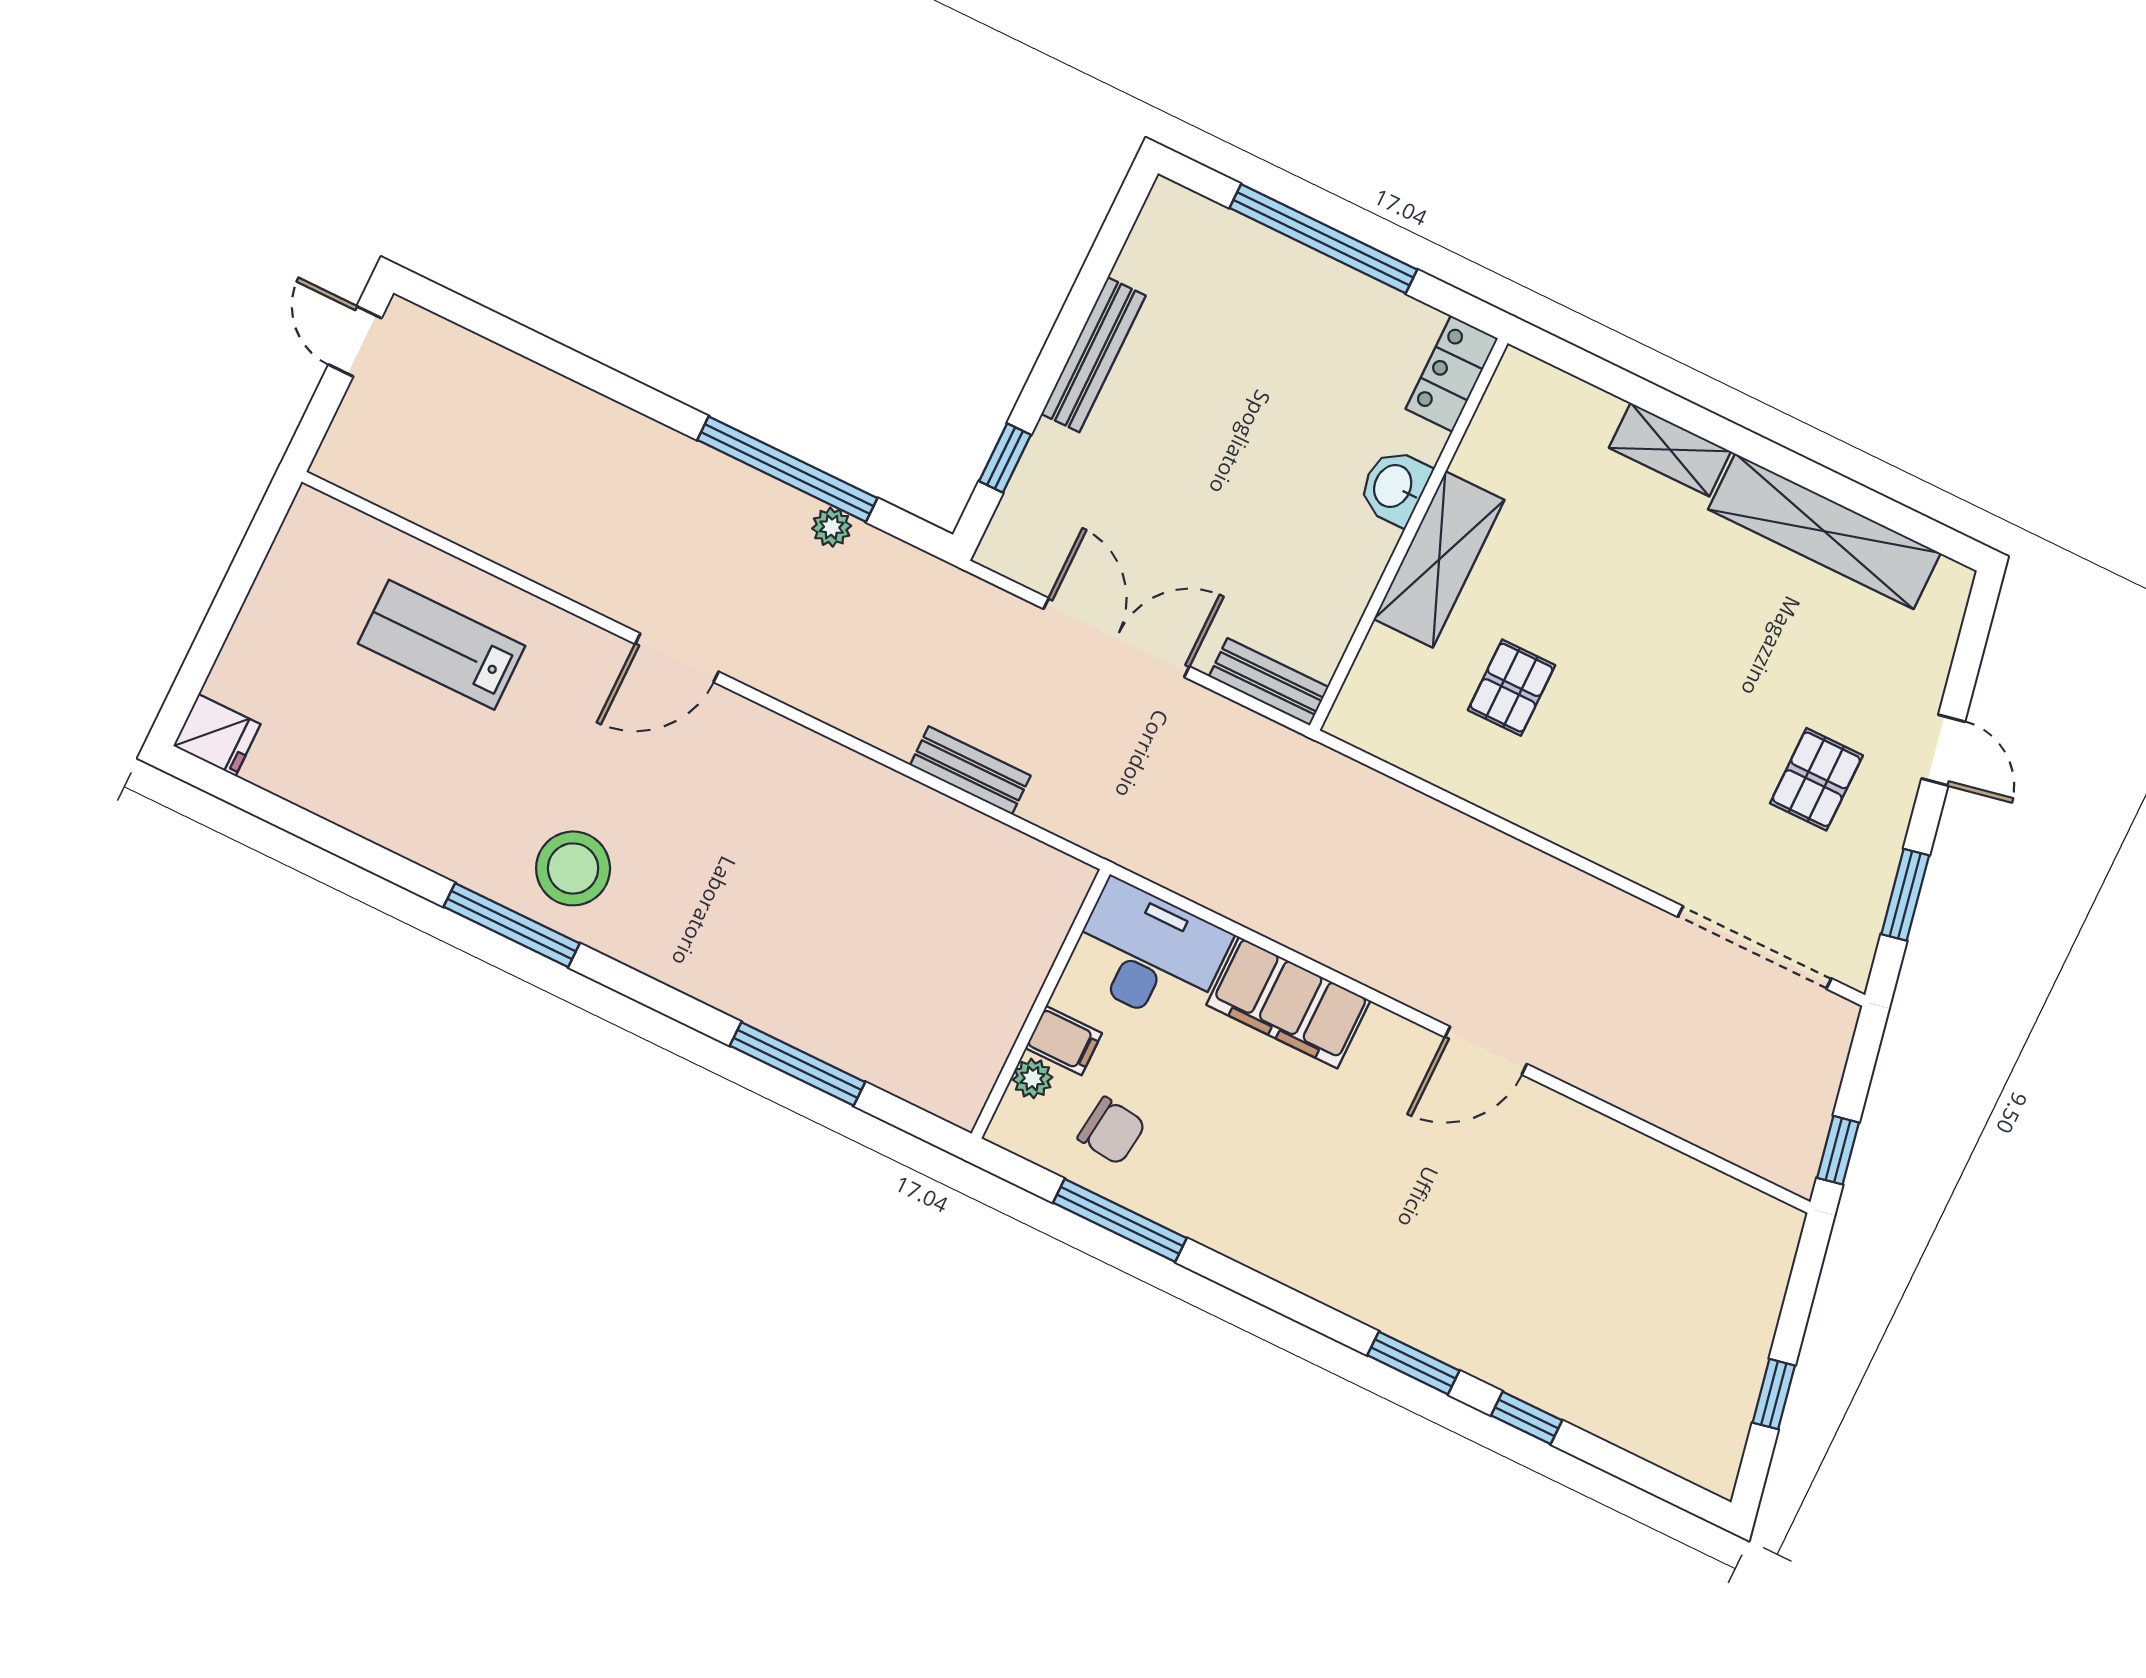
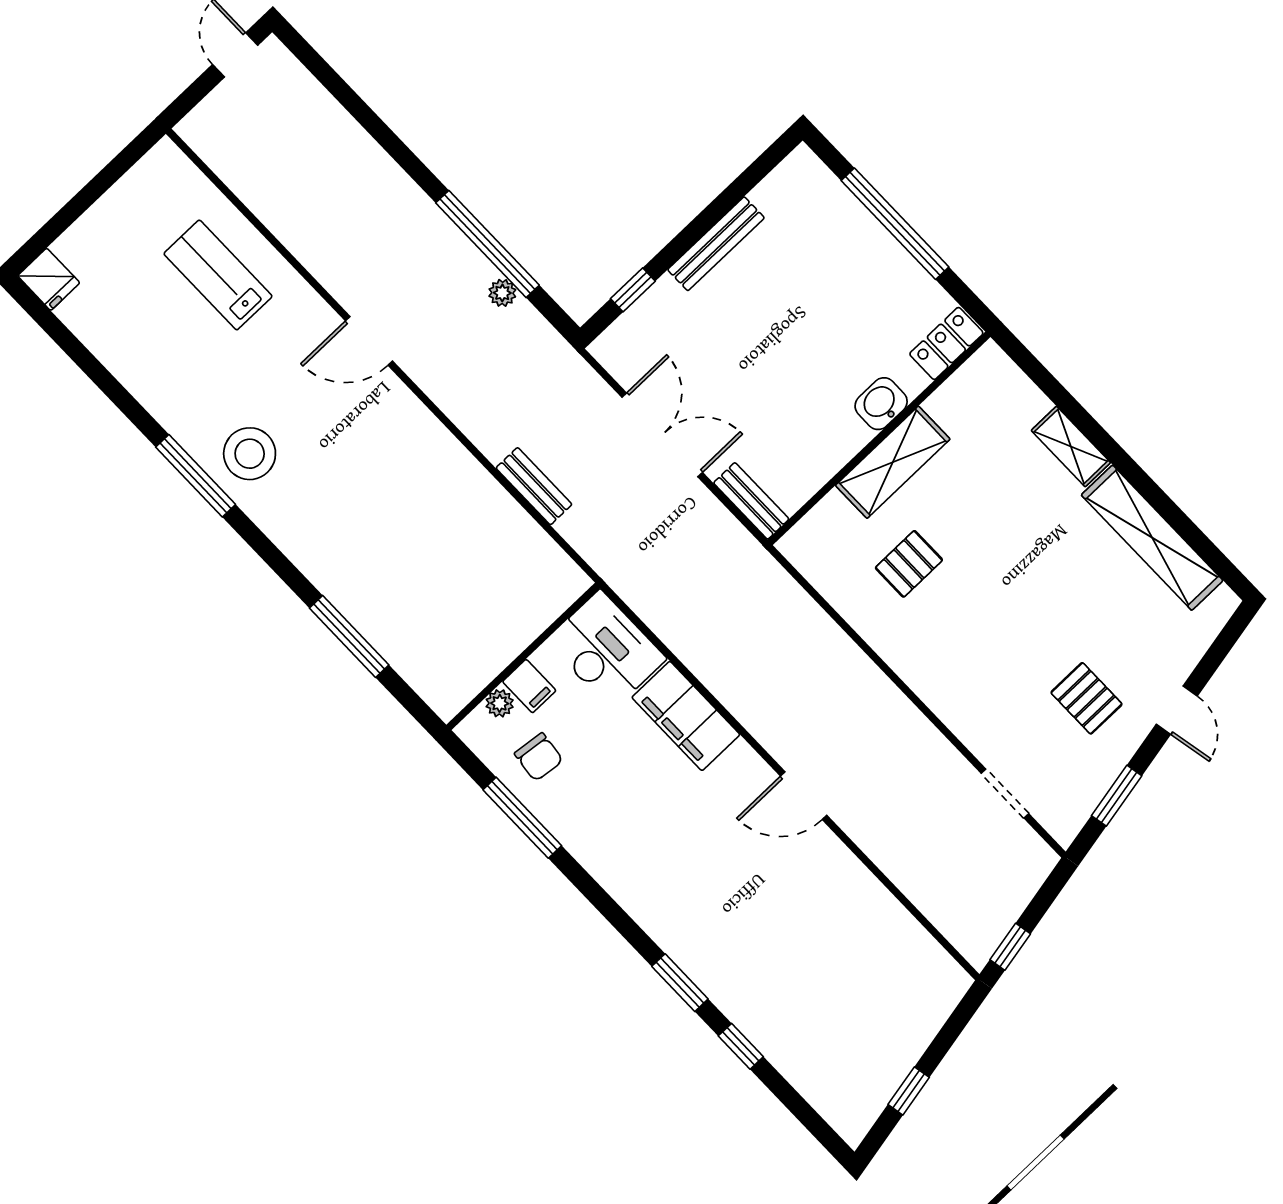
pallet: (1816, 779) -> (1086, 698), turned 90
doorway: (1755, 948) -> (1005, 794), width x0.53

